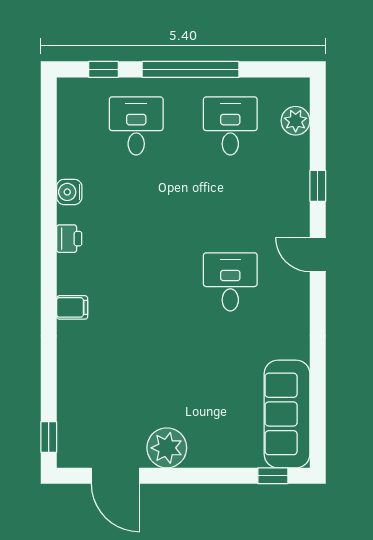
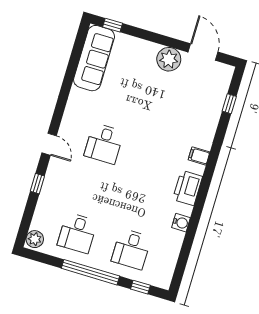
plant: (296, 121) -> (35, 239), moved
printer: (69, 239) -> (188, 188), width x1.87, depth x1.48
window: (49, 437) -> (229, 104), moved

